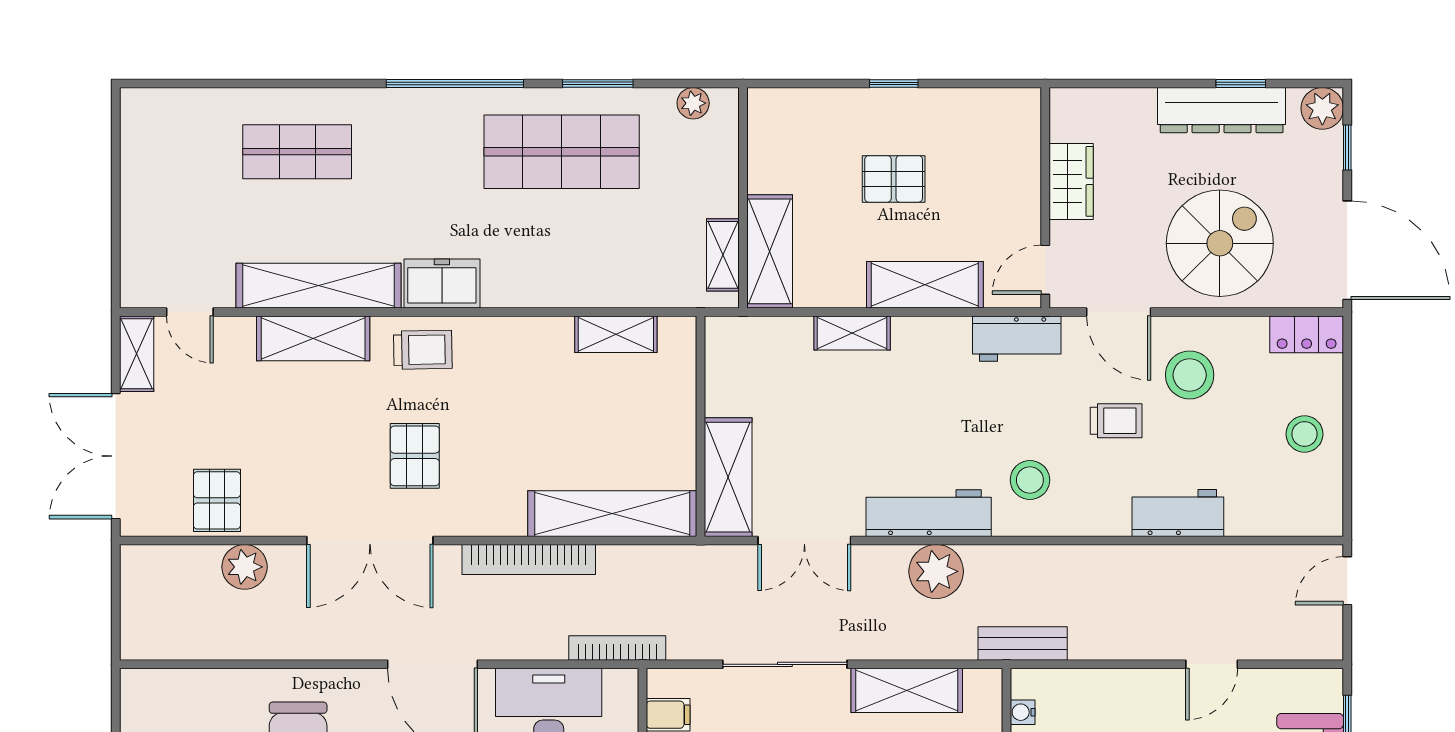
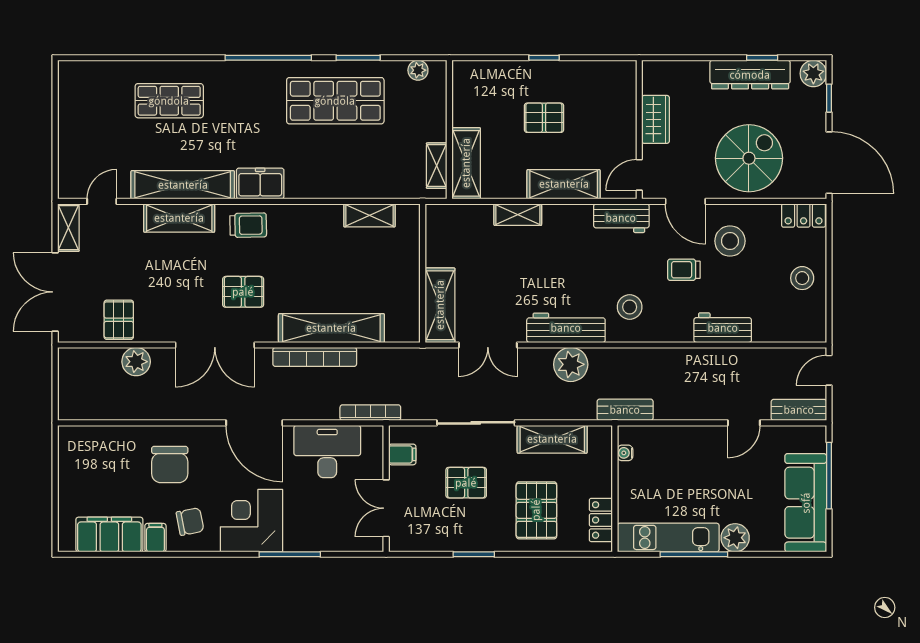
door: (190, 312) -> (102, 201), swing flipped
trolley: (1116, 421) -> (684, 270), turned 180
pallet: (415, 456) -> (243, 292), turned 90
shelving: (612, 514) -> (331, 328), moved
bench: (1299, 644) -> (799, 410), added

